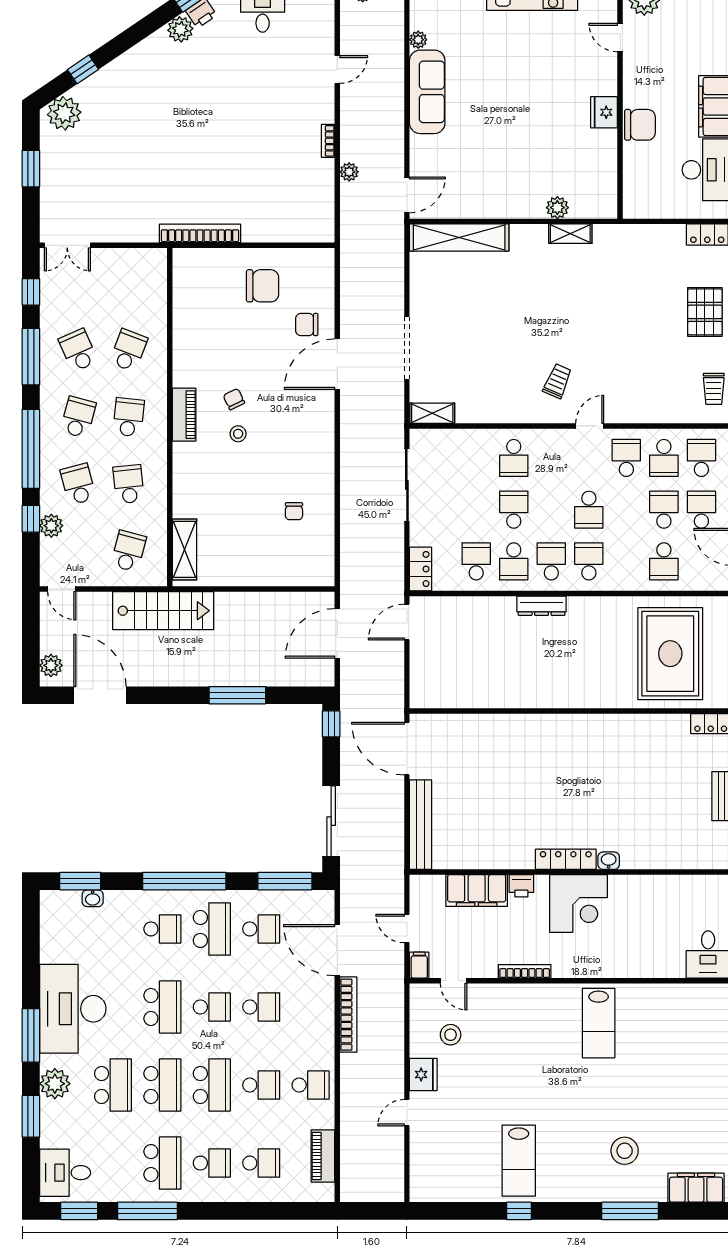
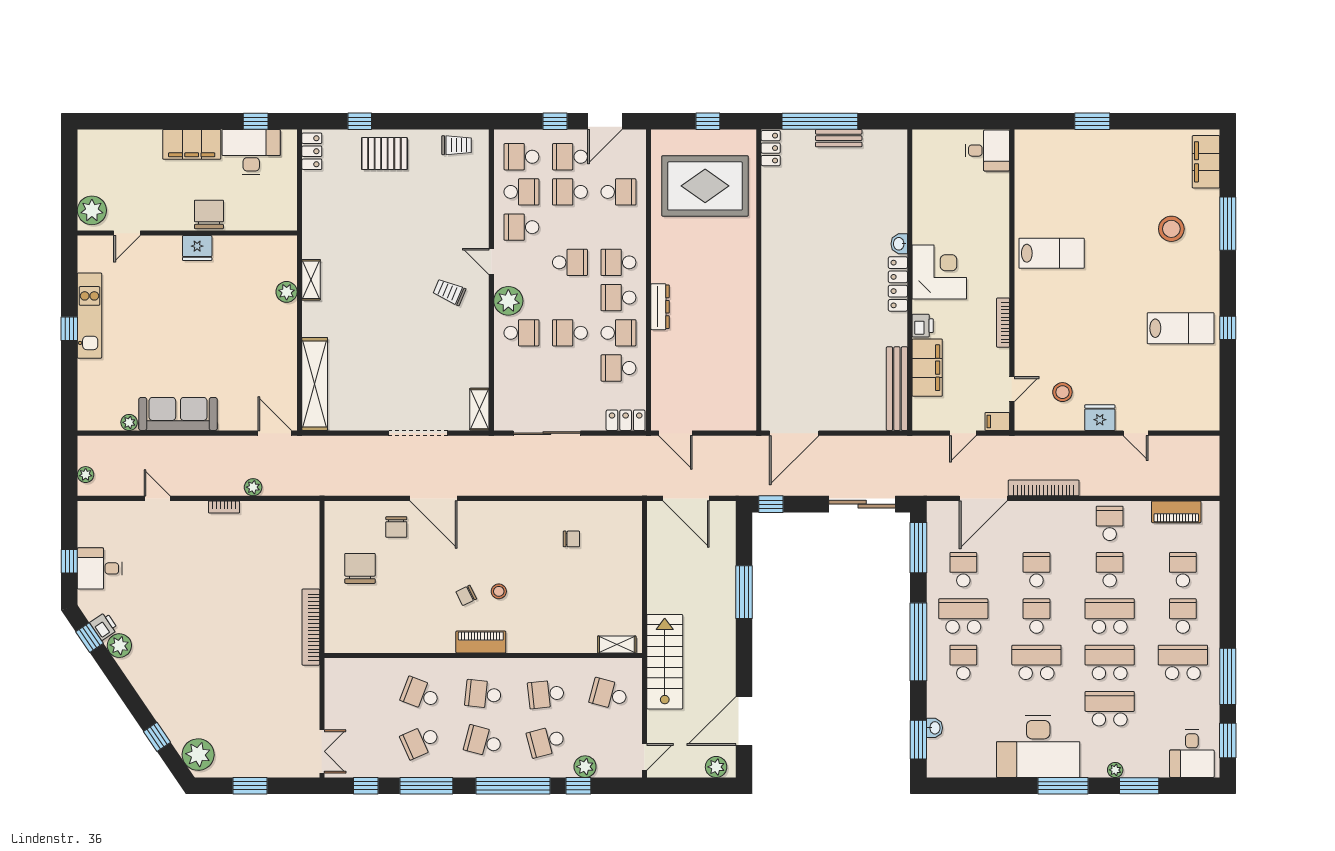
plant: (548, 444) -> (508, 301), added
shelving: (184, 549) -> (617, 645), width x0.67, depth x0.75
bench: (421, 825) -> (897, 389), moved, turned 90
plant: (55, 1084) -> (1115, 770), width x0.53, depth x0.53

